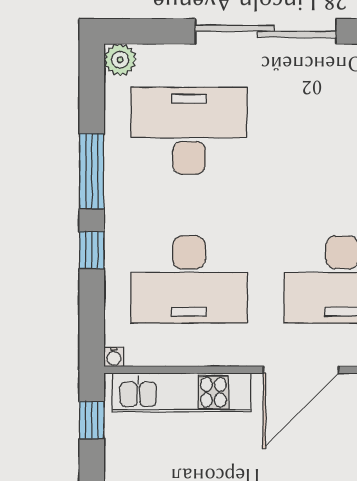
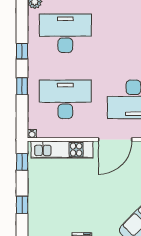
window: (92, 171) -> (22, 51), width x0.46
desk: (189, 279) -> (65, 99), turned 180

